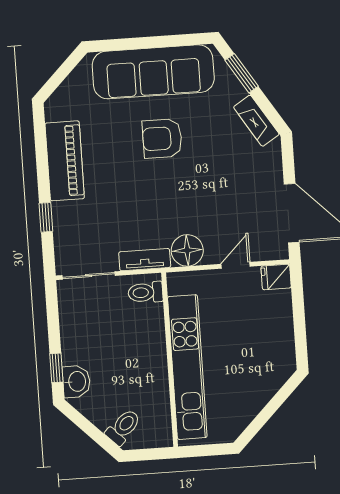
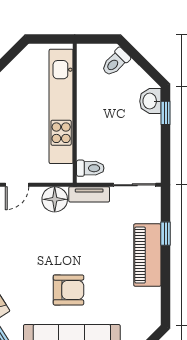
piano: (65, 161) -> (147, 255), moved

